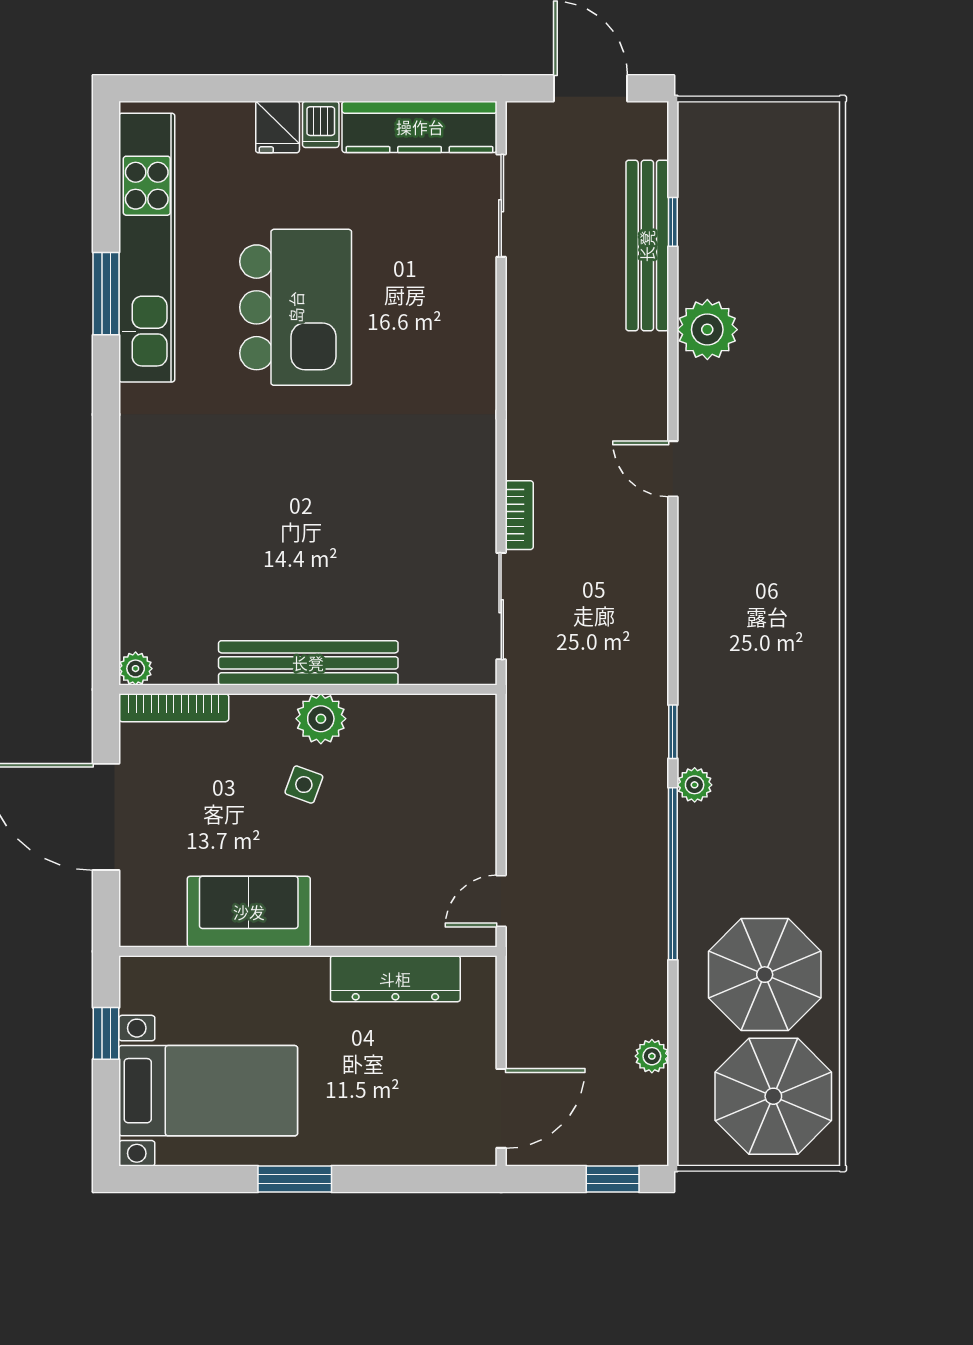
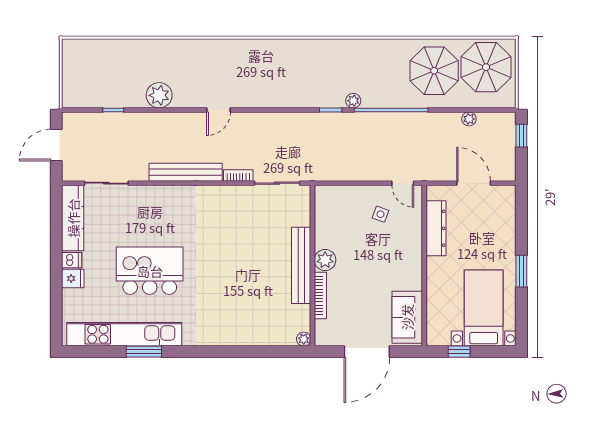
bench: (647, 246) -> (186, 172), moved
bookcase: (174, 708) -> (320, 296), moved
side table: (304, 785) -> (380, 214), moved
sofa: (249, 912) -> (407, 317), moved
door: (501, 1108) -> (474, 183), moved

